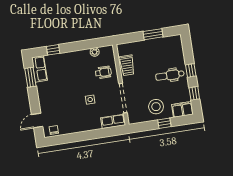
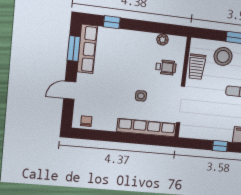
row of seats: (39, 69) -> (87, 49), width x1.48
stool: (156, 107) -> (223, 56), moved
door: (37, 121) -> (70, 90), moved
row of seats: (113, 121) -> (147, 128), width x2.02

